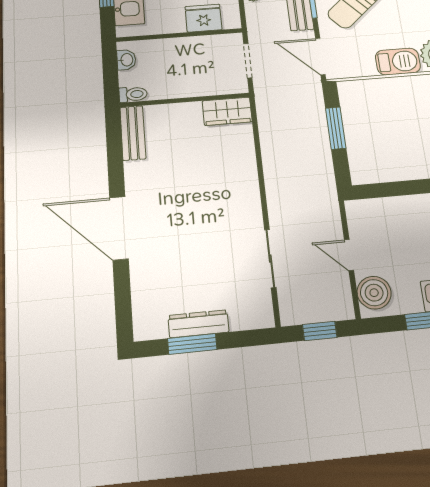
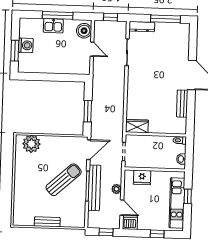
door: (320, 56) -> (89, 150), hinge flipped
barbecue: (398, 61) -> (52, 142), removed
bench: (133, 133) -> (182, 104), moved
dresser: (198, 324) -> (142, 27), moved
window: (192, 344) -> (165, 19), width x1.44

